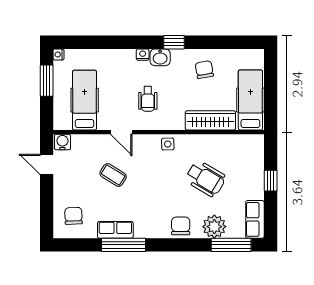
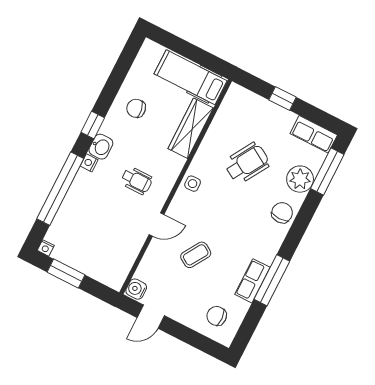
window: (111, 42) -> (60, 189), added
hospital bed: (85, 100) -> (105, 245), removed
chair: (181, 226) -> (282, 213), turned 90

